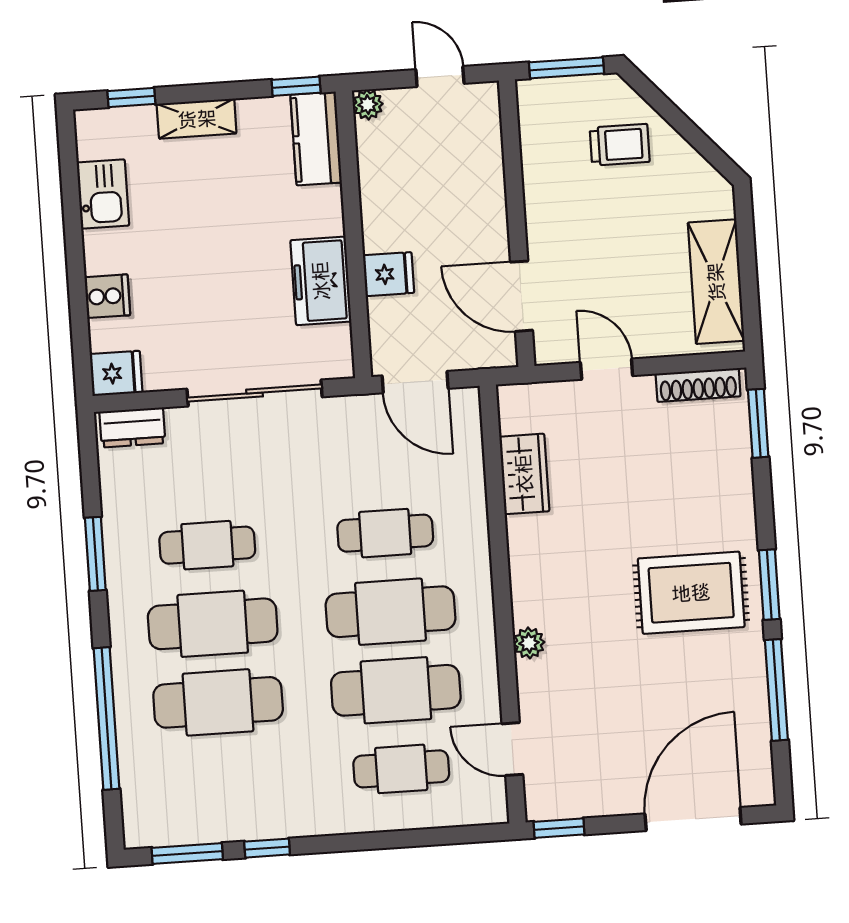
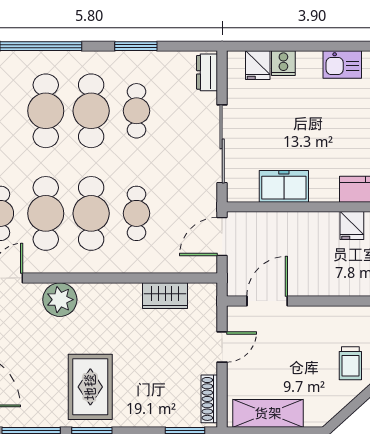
fridge: (389, 274) -> (352, 226), moved
fridge: (116, 373) -> (258, 65), moved
plant: (529, 643) -> (60, 300), width x1.88, depth x1.88

